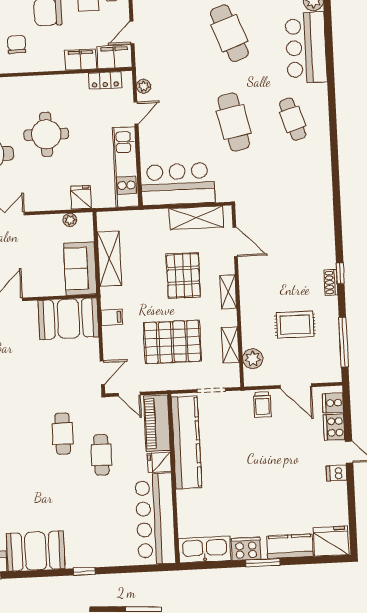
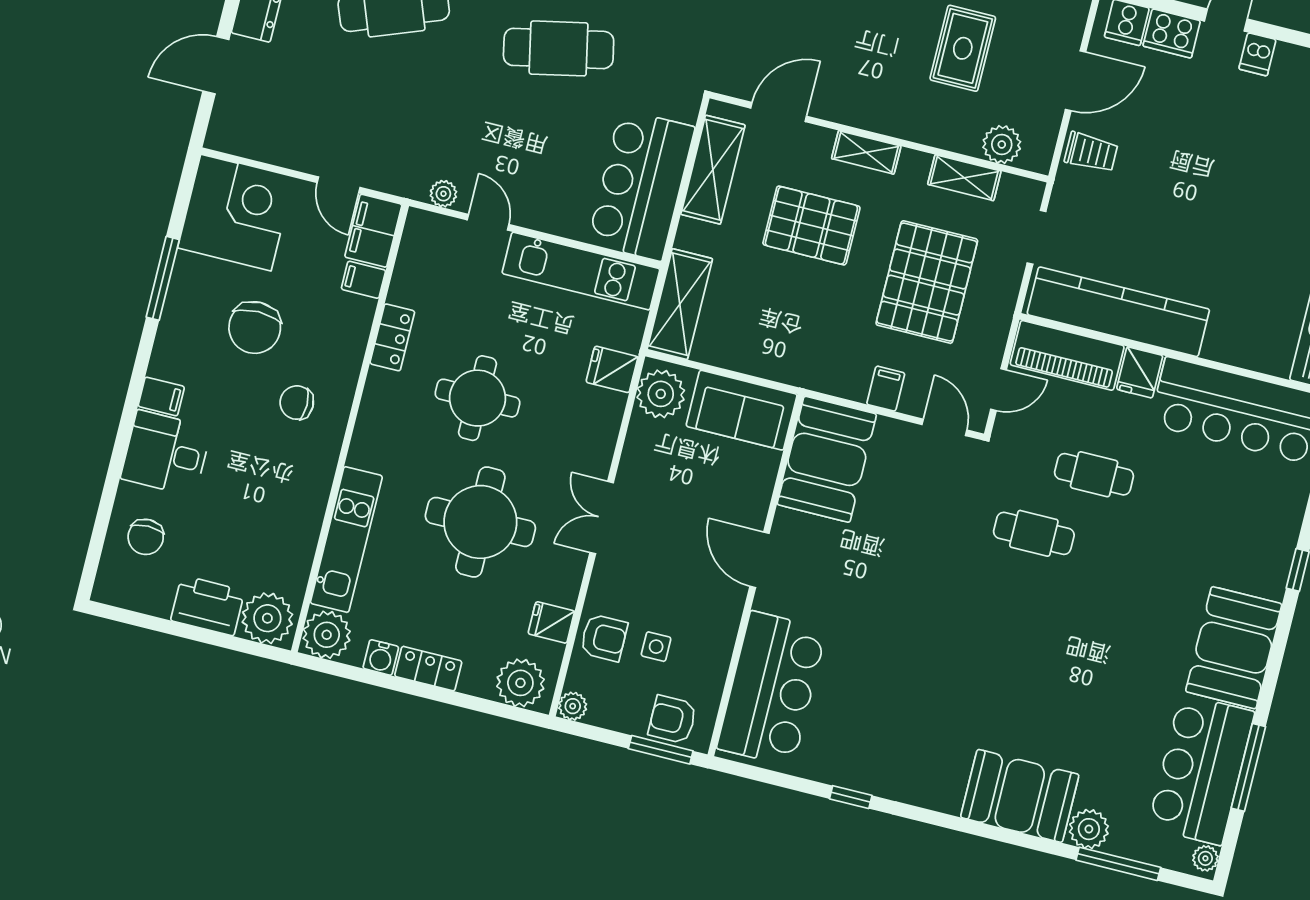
filing cabinet: (81, 60) -> (363, 280), width x0.50
locker: (105, 80) -> (392, 337), moved
plant: (70, 220) -> (661, 394), width x1.87, depth x1.87
shelving: (109, 259) -> (680, 304), moved, turned 90
filing cabinet: (112, 317) -> (886, 389), moved

